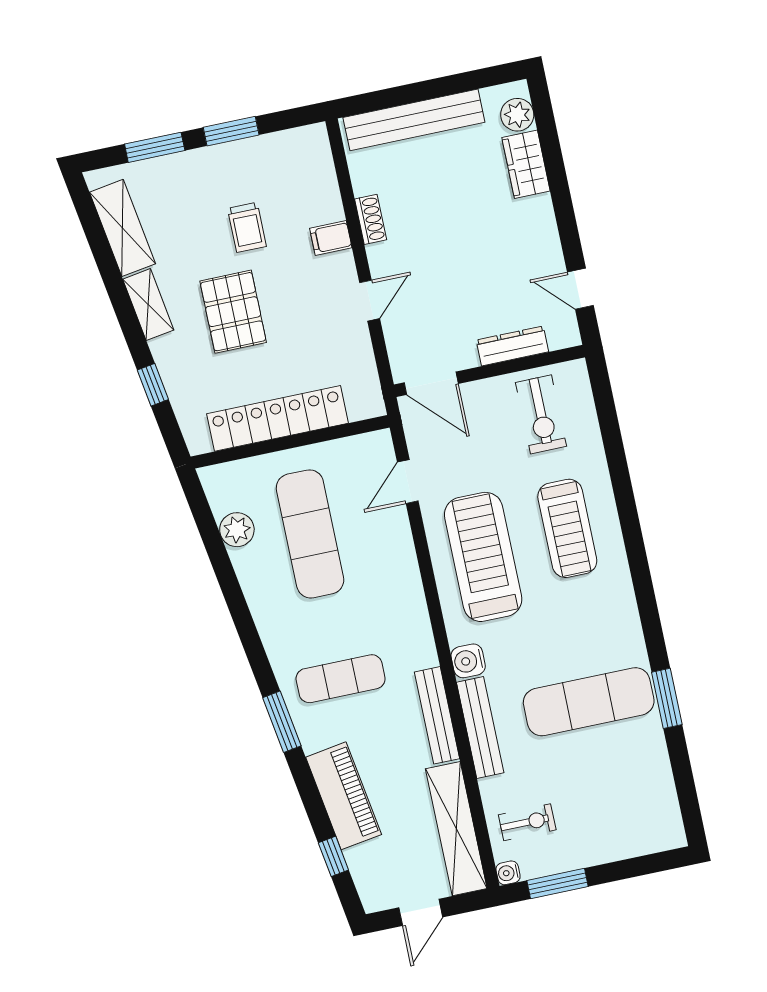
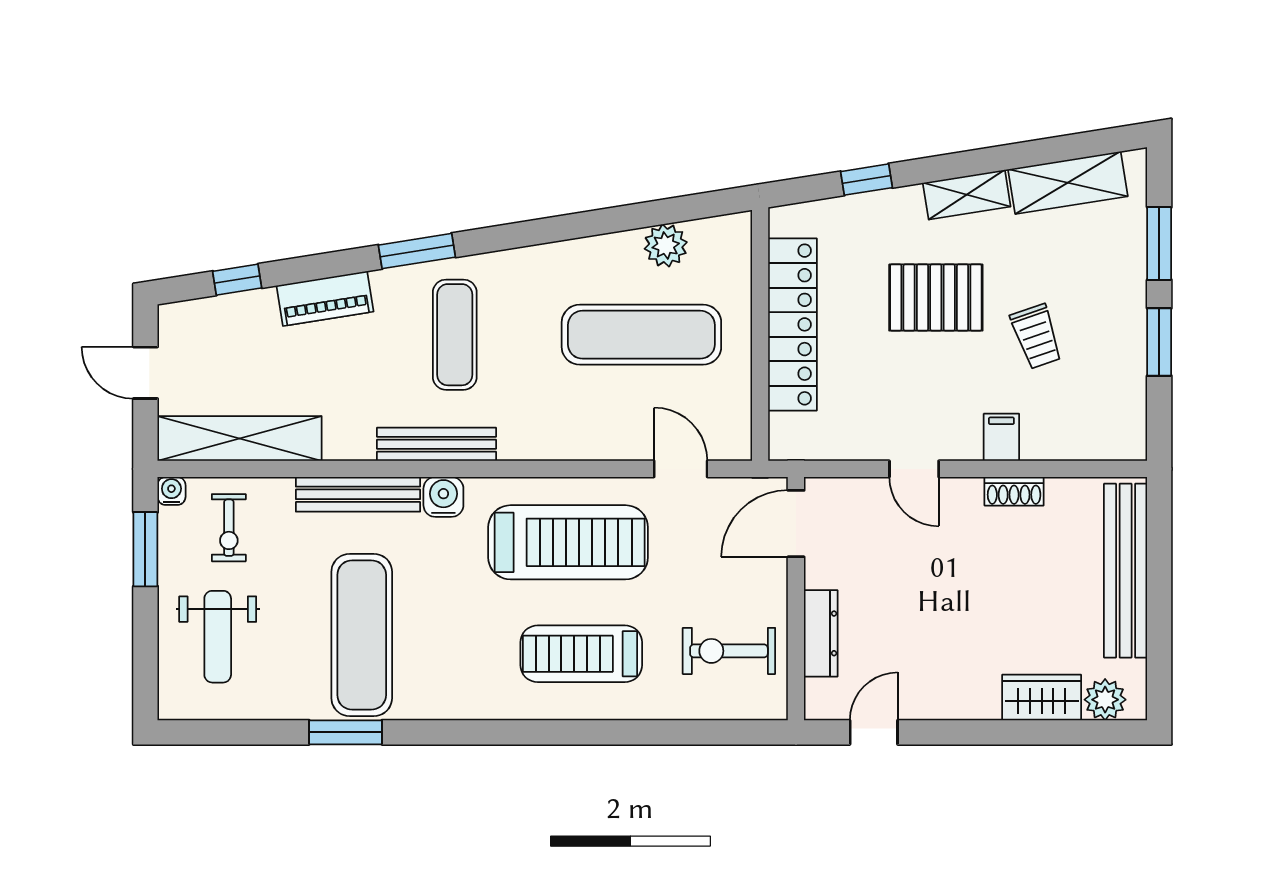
trolley: (247, 227) -> (1036, 336), turned -109
bench: (437, 715) -> (436, 444), moved
piano: (344, 796) -> (325, 299), width x0.73, depth x0.75
weight bench: (614, 813) -> (218, 637), added

